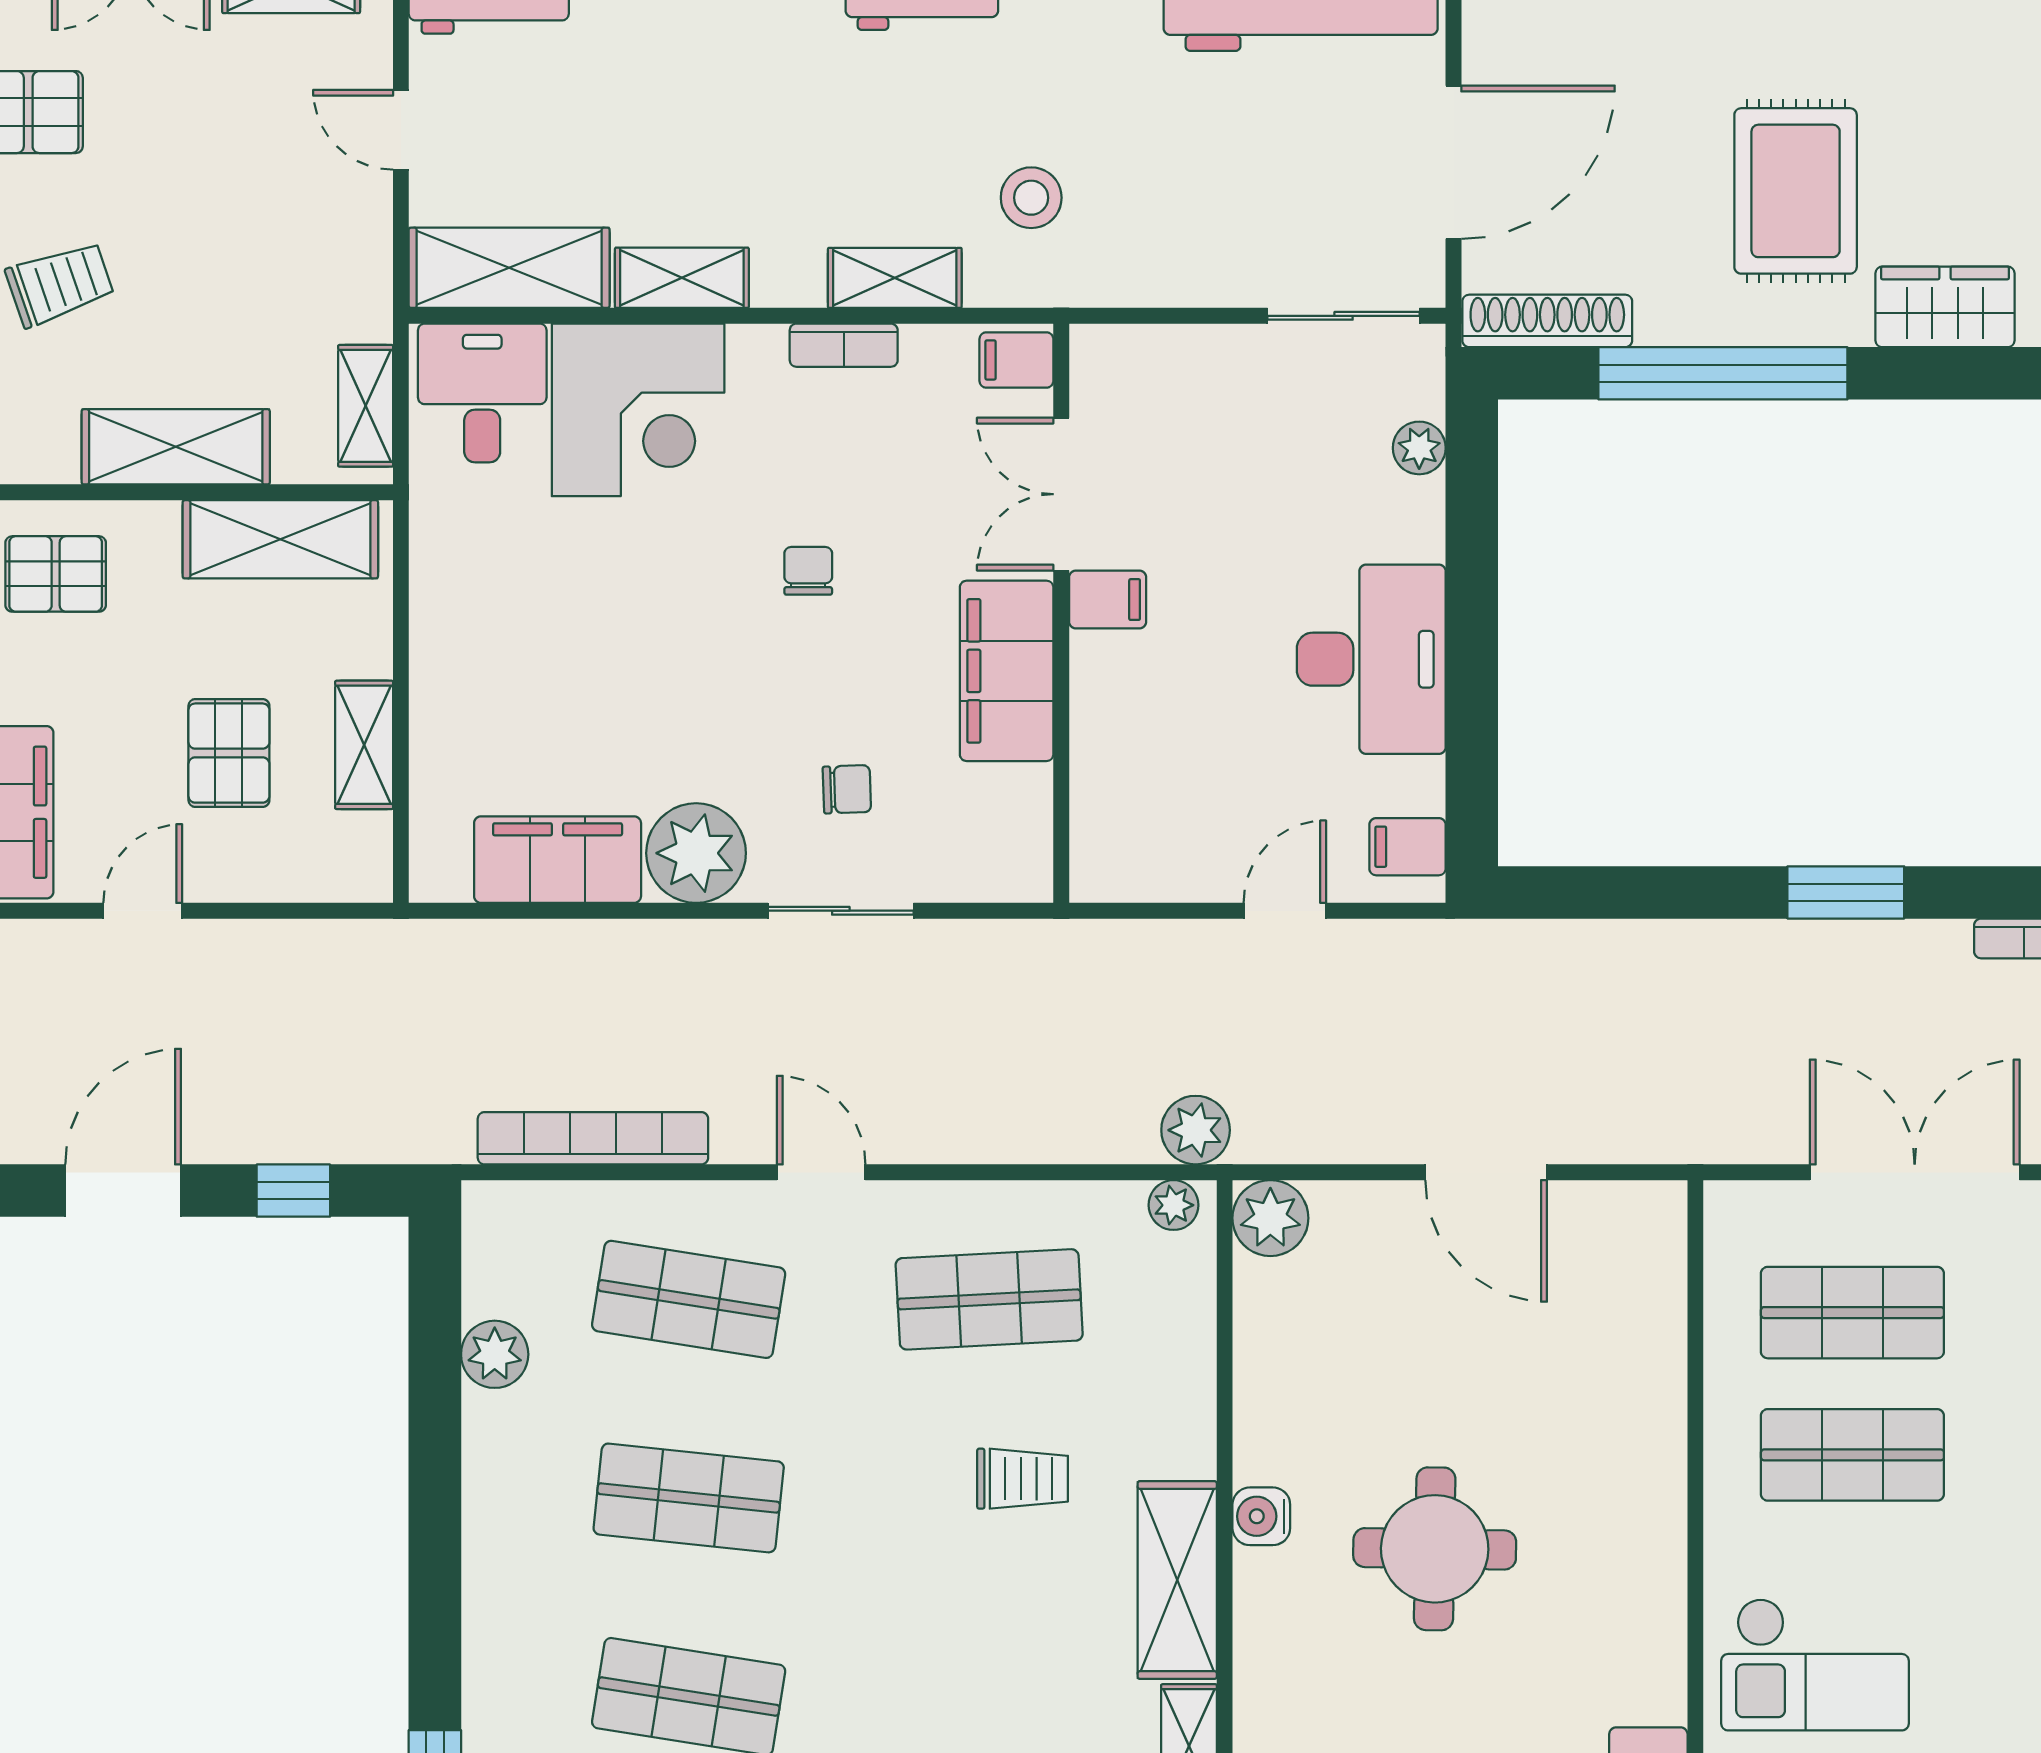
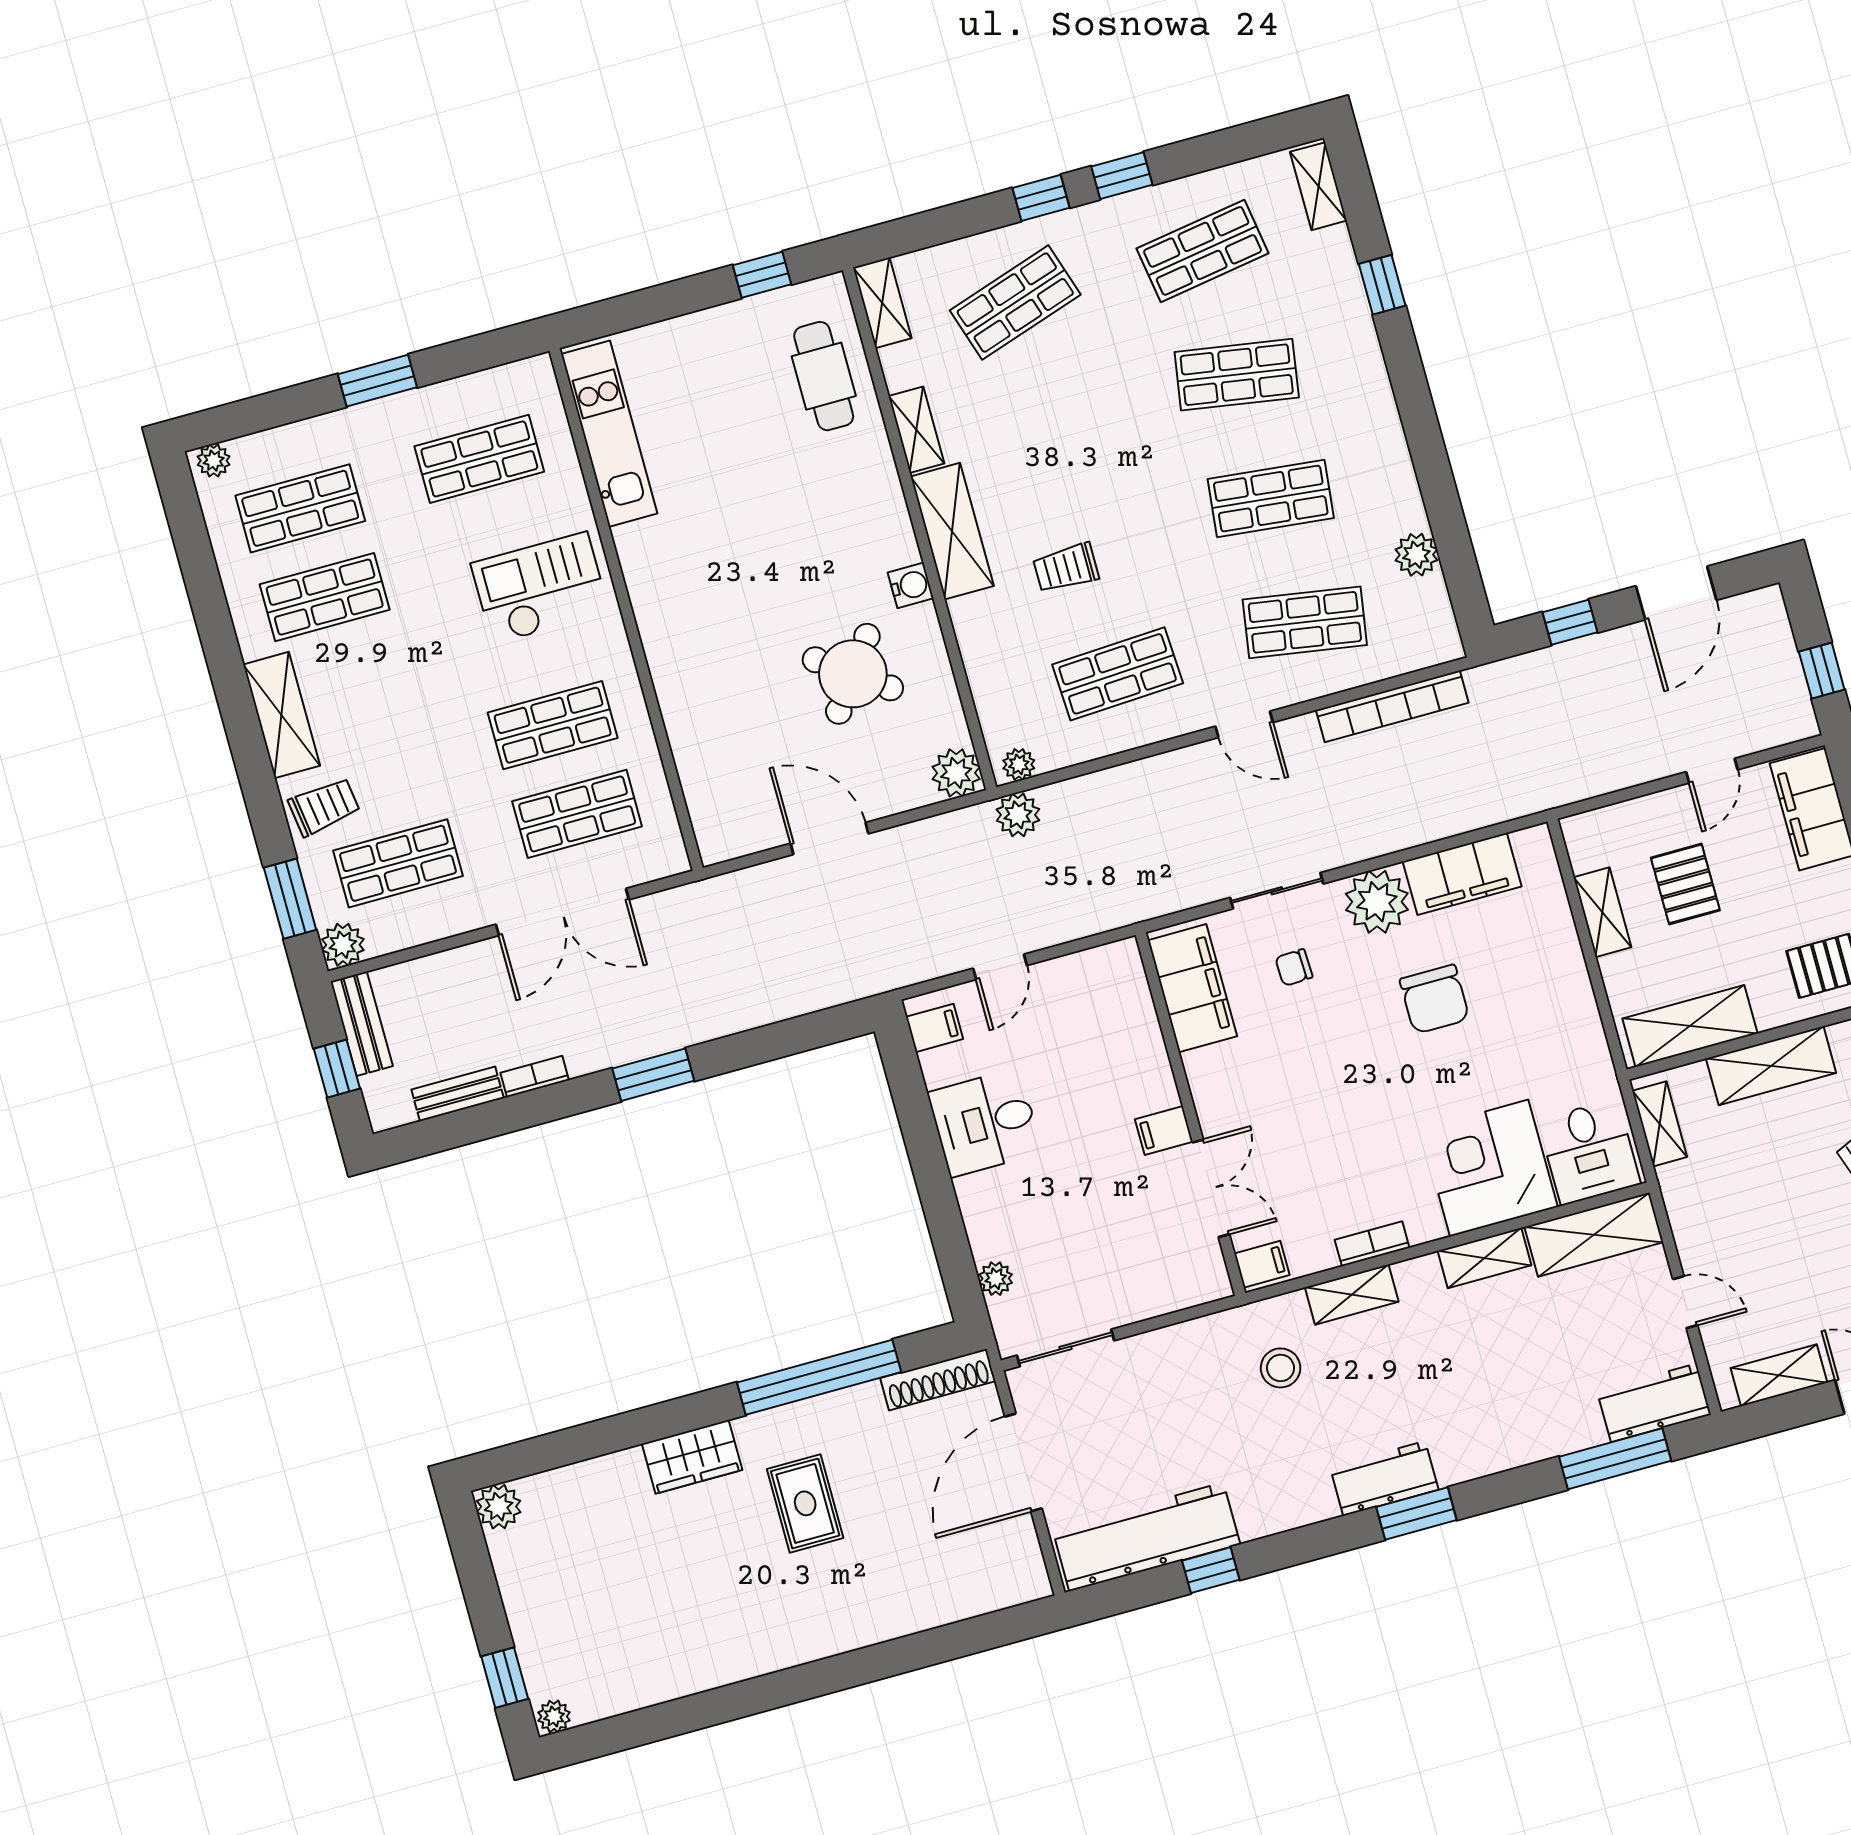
rug: (1796, 191) -> (805, 1503), width x0.73, depth x0.70
chair: (808, 571) -> (1434, 999), moved, width x1.87, depth x1.87
desk: (1371, 659) -> (985, 1123), width x0.73
filing cabinet: (1007, 671) -> (1192, 988), moved
round table: (1435, 1549) -> (853, 674), moved, turned 35

